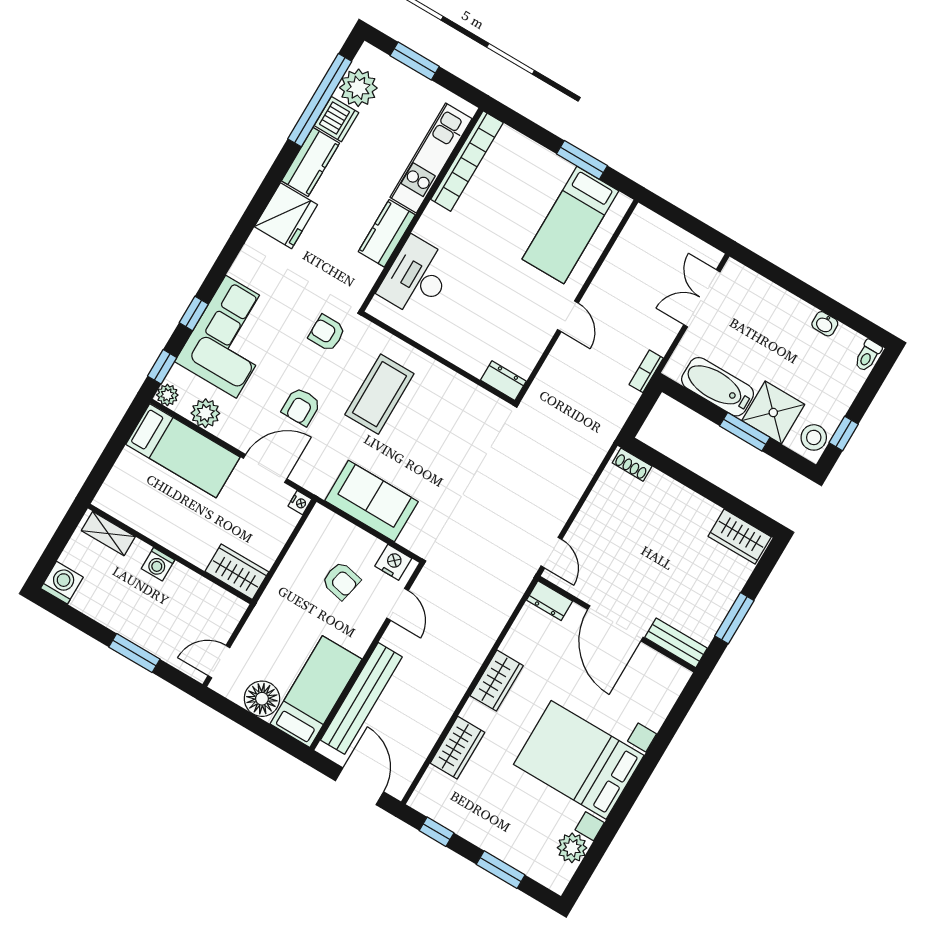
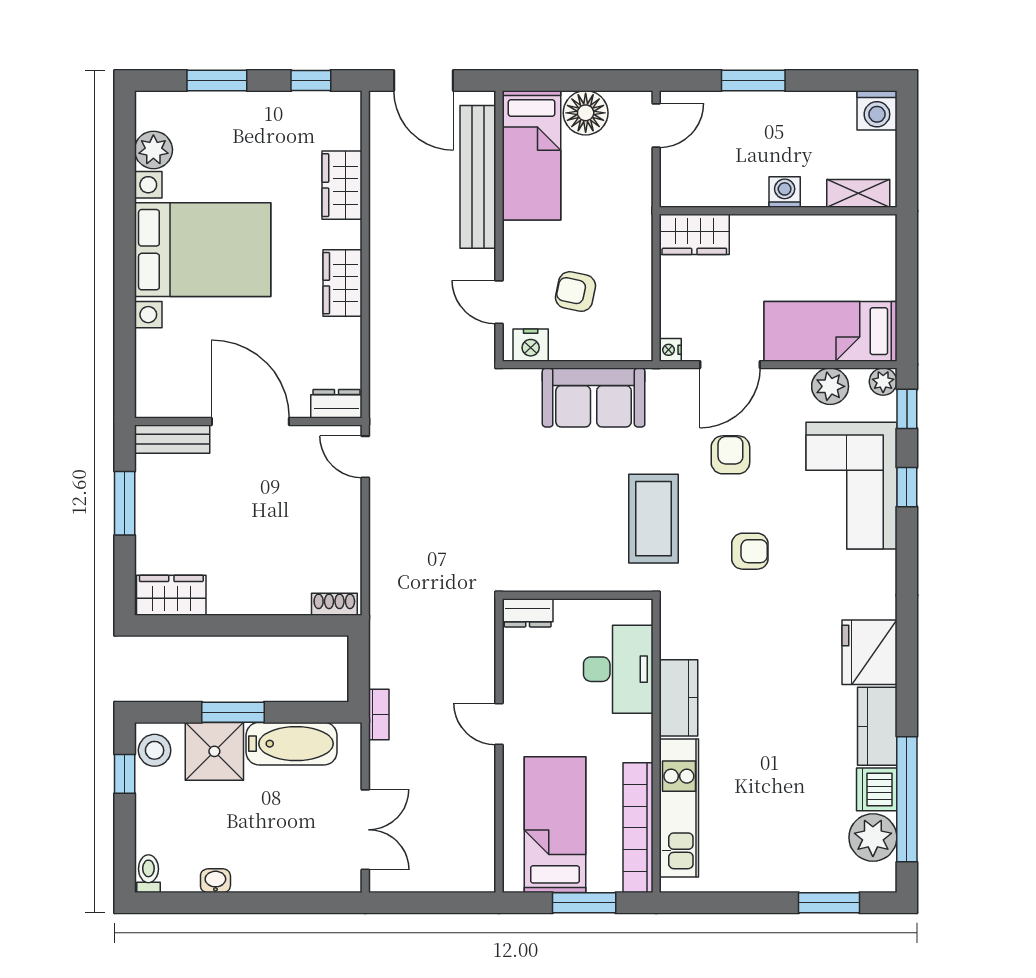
kitchen unit: (431, 158) -> (679, 808), moved
bookcase: (467, 161) -> (638, 828), moved
wall: (421, 210) -> (656, 746), moved
kitchen counter: (387, 233) -> (679, 698), moved
desk: (416, 277) -> (618, 669), moved

